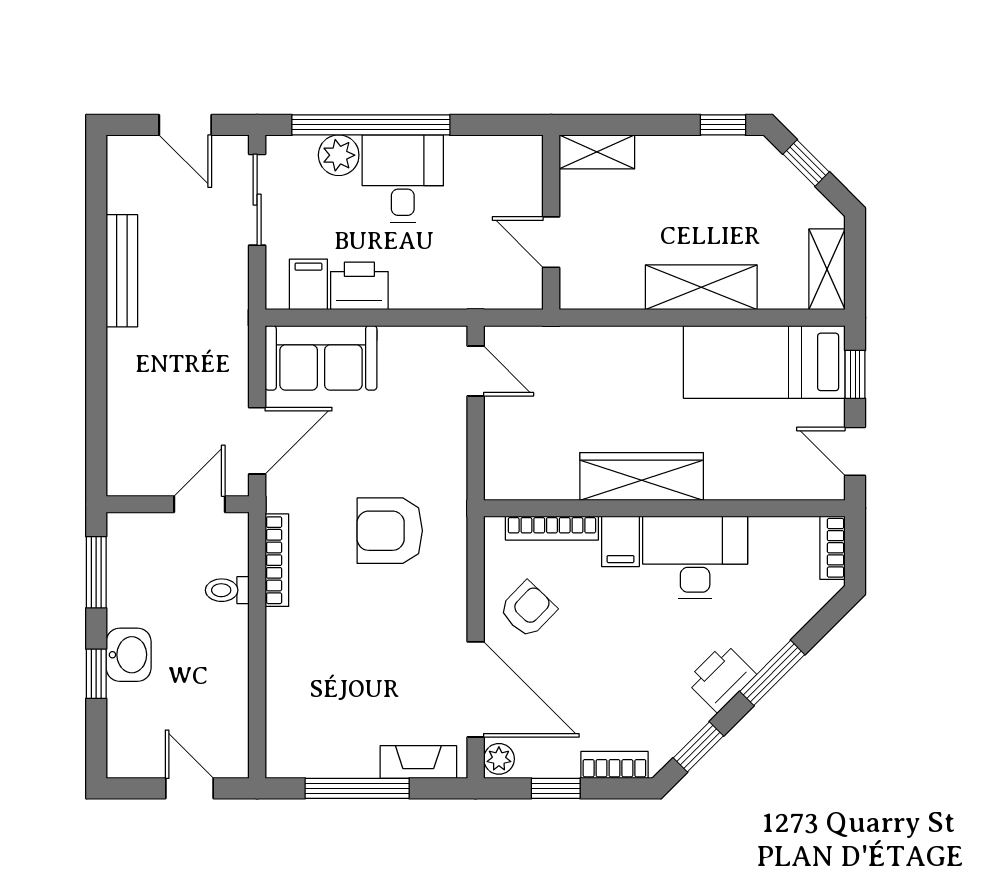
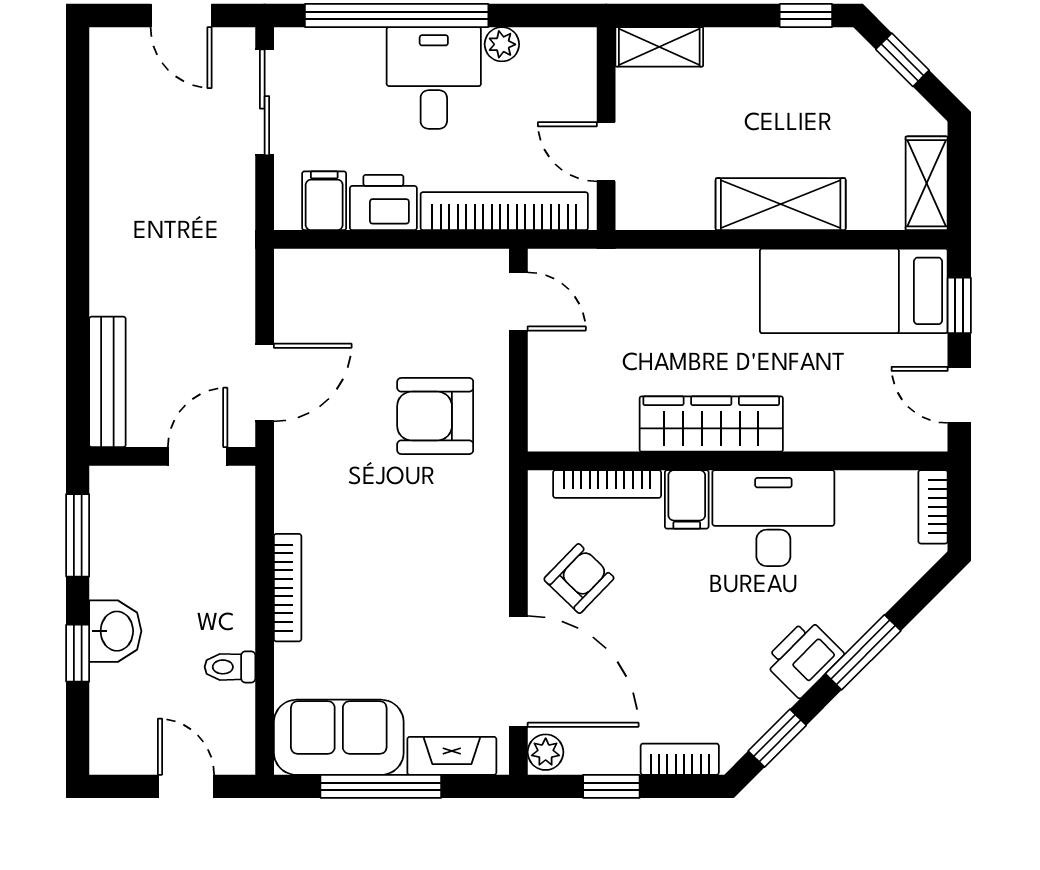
plant: (339, 155) -> (502, 44), moved, width x0.73, depth x0.73
bench: (122, 271) -> (107, 382), moved
bookcase: (463, 293) -> (504, 211), added
sofa: (321, 358) -> (339, 737), moved, turned 180
armchair: (390, 531) -> (435, 416), moved
bookcase: (277, 560) -> (288, 588), moved
toilet: (227, 590) -> (230, 667), moved

